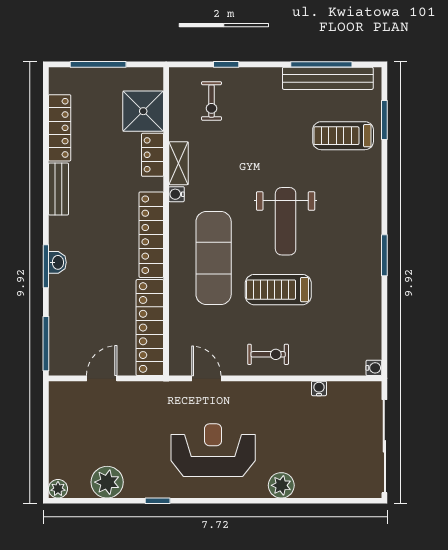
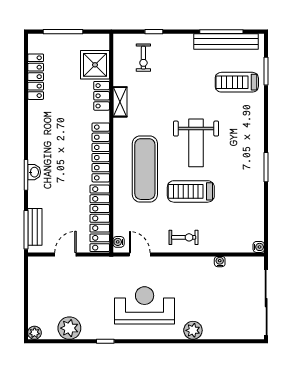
bench: (59, 189) -> (35, 227), moved
water cooler: (176, 194) -> (119, 242), moved

